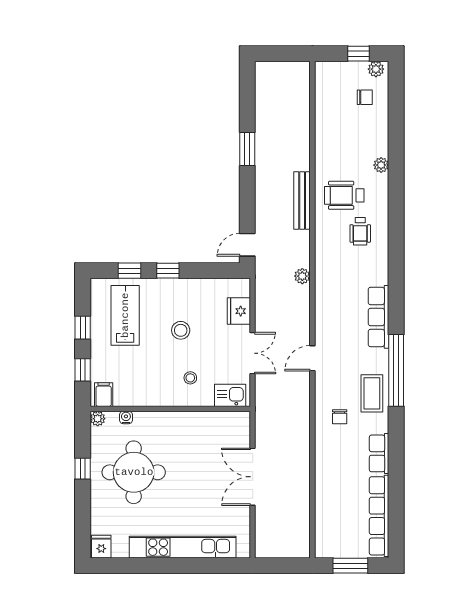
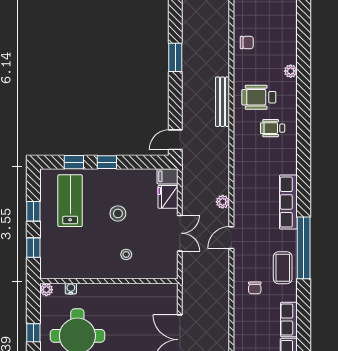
chair: (365, 97) -> (247, 43), moved
wheelchair: (360, 231) -> (273, 128), turned 90
plant: (302, 276) -> (223, 202), moved
filing cabinet: (104, 395) -> (168, 176), moved, turned -90
kitchen sink: (230, 395) -> (161, 270), removed

